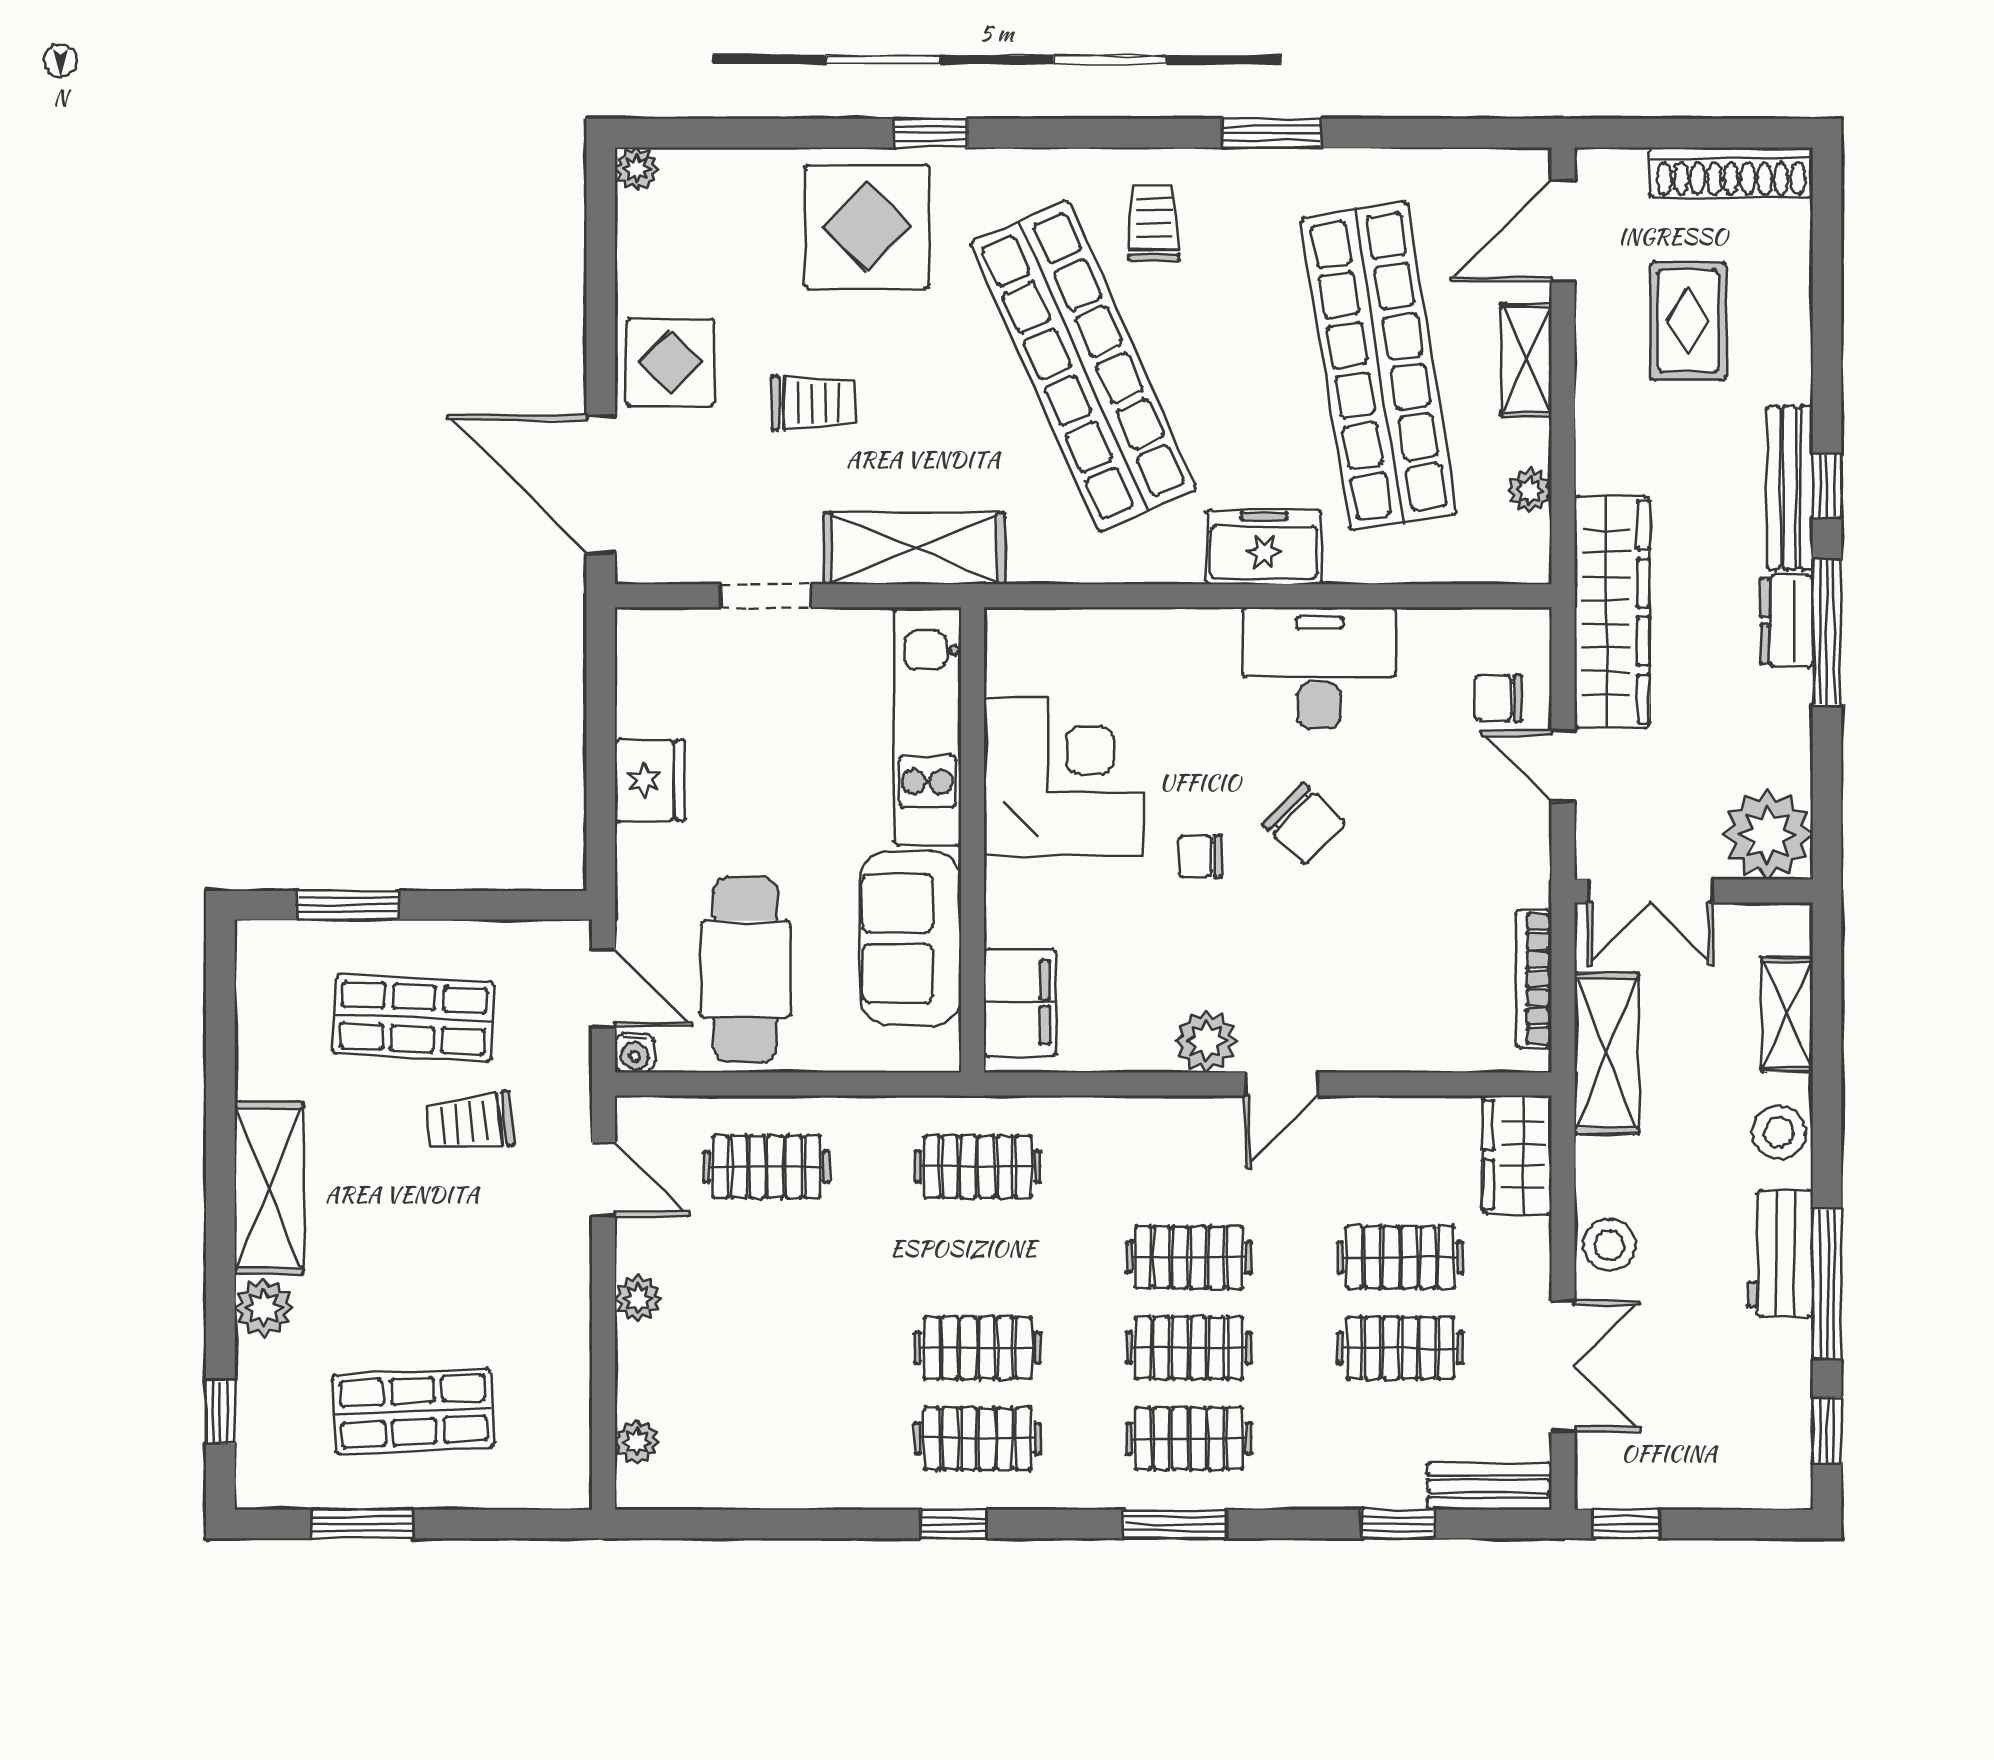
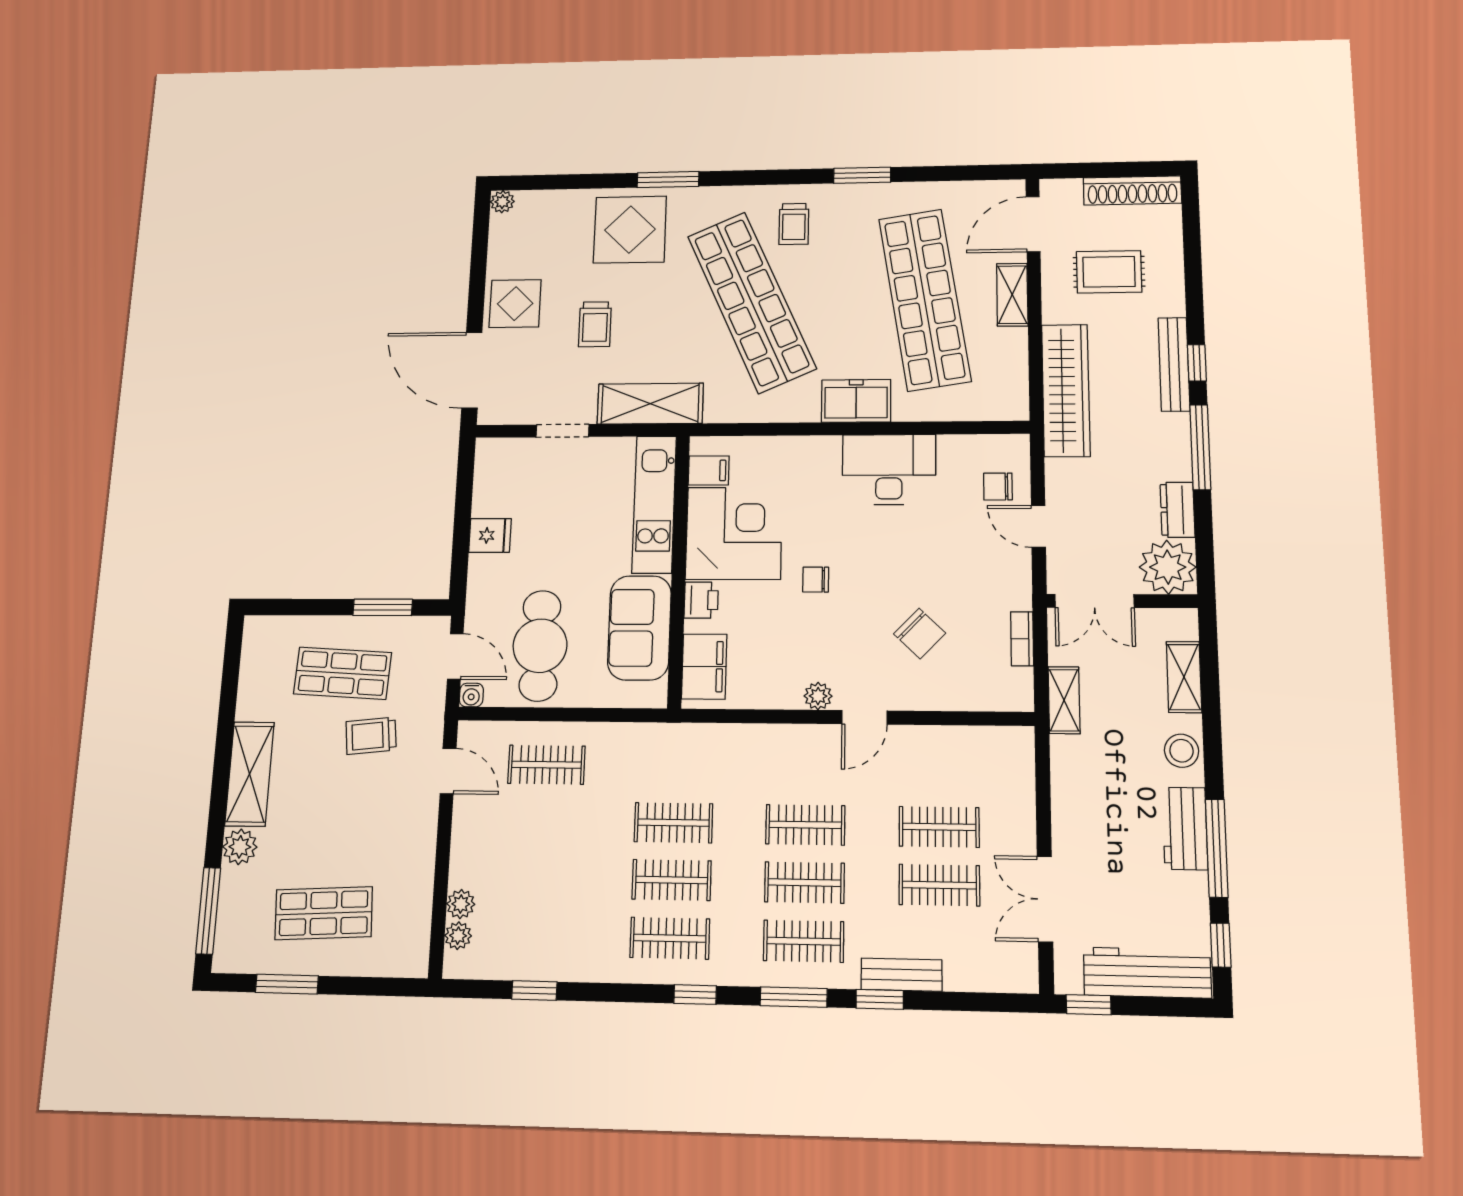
window: (931, 133) -> (668, 180), width x1.50
trolley: (1154, 222) -> (794, 224), turned 180
rug: (1688, 321) -> (1109, 272), turned 90
trolley: (813, 403) -> (595, 324), turned 90
plant: (1530, 491) -> (1015, 368), removed
wardrobe: (1612, 612) -> (1066, 390), moved
dresser: (1787, 621) -> (1177, 510), moved
filing cabinet: (1018, 668) -> (709, 470), added
fridge: (650, 780) -> (490, 535), width x0.72
chair: (1304, 824) -> (920, 633), moved
printer: (1012, 891) -> (701, 600), added
window: (348, 905) -> (383, 607), moved
bookcase: (1534, 979) -> (1022, 639), width x0.64
plant: (1207, 1041) -> (818, 696), width x0.73, depth x0.73
shelving: (1607, 1053) -> (1064, 700), width x0.67, depth x0.75
wardrobe: (1517, 1155) -> (1013, 763), removed
clothes rail: (978, 1167) -> (673, 823), moved
stool: (1609, 1245) -> (1073, 821), removed
plant: (638, 1299) -> (461, 904), moved
double door: (1563, 1366) -> (1045, 899), swing flipped
window: (220, 1411) -> (208, 911), width x2.17
workbench: (1715, 1474) -> (1147, 973), added
bench: (1489, 1486) -> (902, 975), moved
window: (765, 1524) -> (534, 990), added
window: (953, 1524) -> (695, 995), moved
window: (1398, 1524) -> (880, 999), moved

